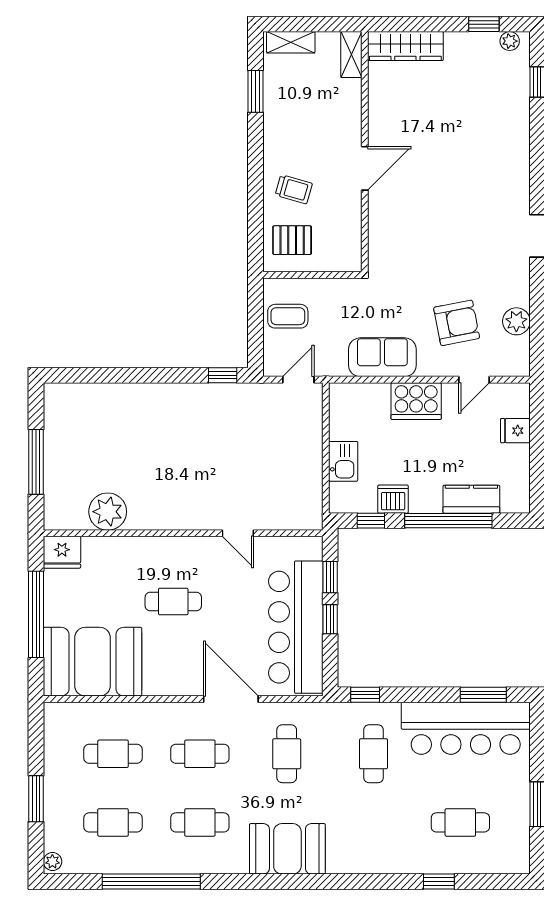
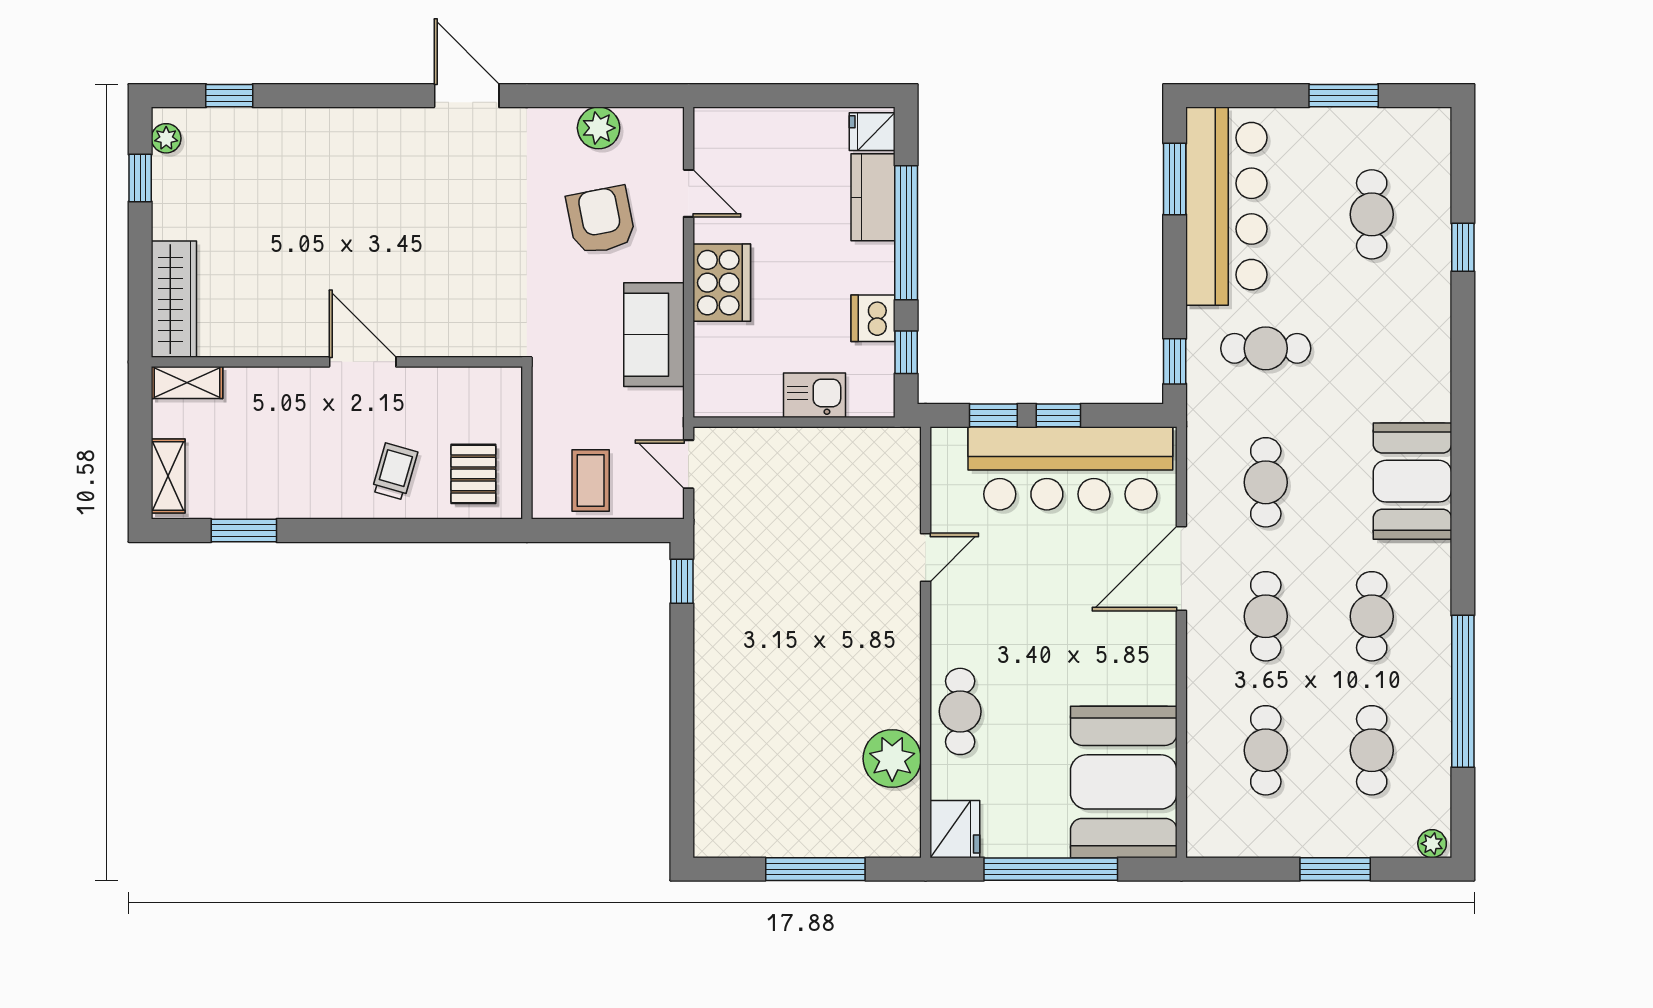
fridge: (515, 431) -> (872, 132), moved, turned 90
cafe table: (173, 601) -> (960, 711), moved
cafe table: (287, 754) -> (1266, 482), turned 90

